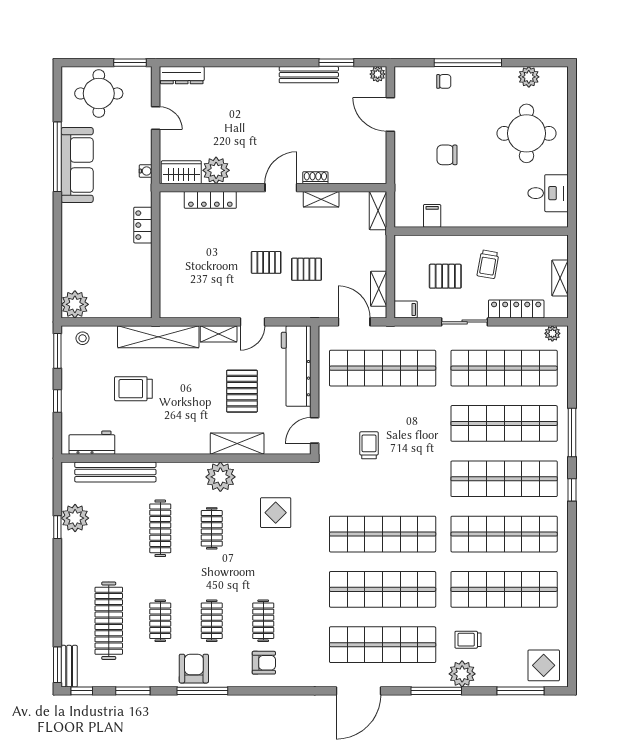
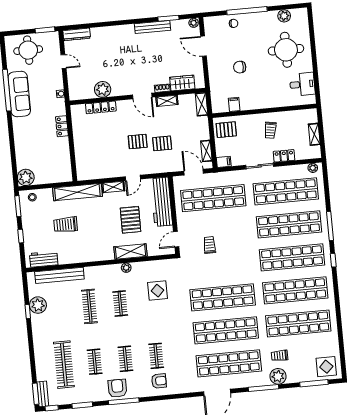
wardrobe: (181, 172) -> (182, 83), moved
door: (281, 188) -> (142, 96), swing flipped
pallet: (445, 276) -> (226, 130), moved
locker: (516, 309) -> (284, 156), width x0.66
plant: (220, 477) -> (126, 268), width x0.53, depth x0.53

